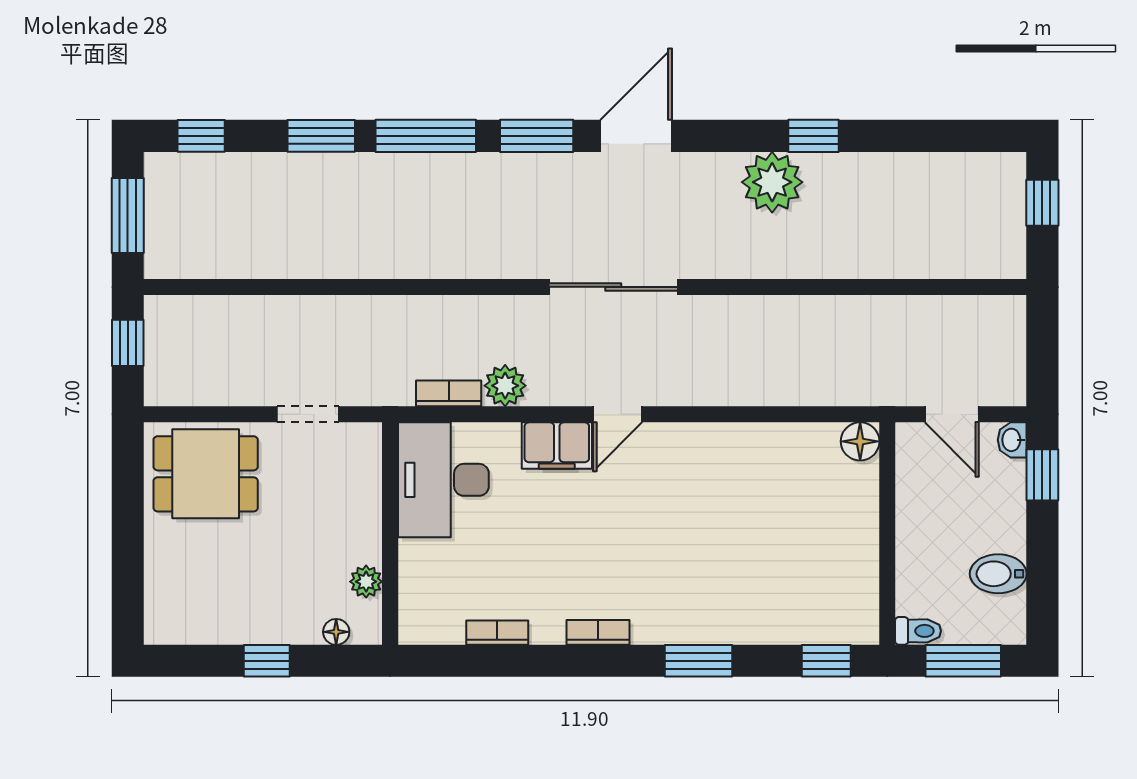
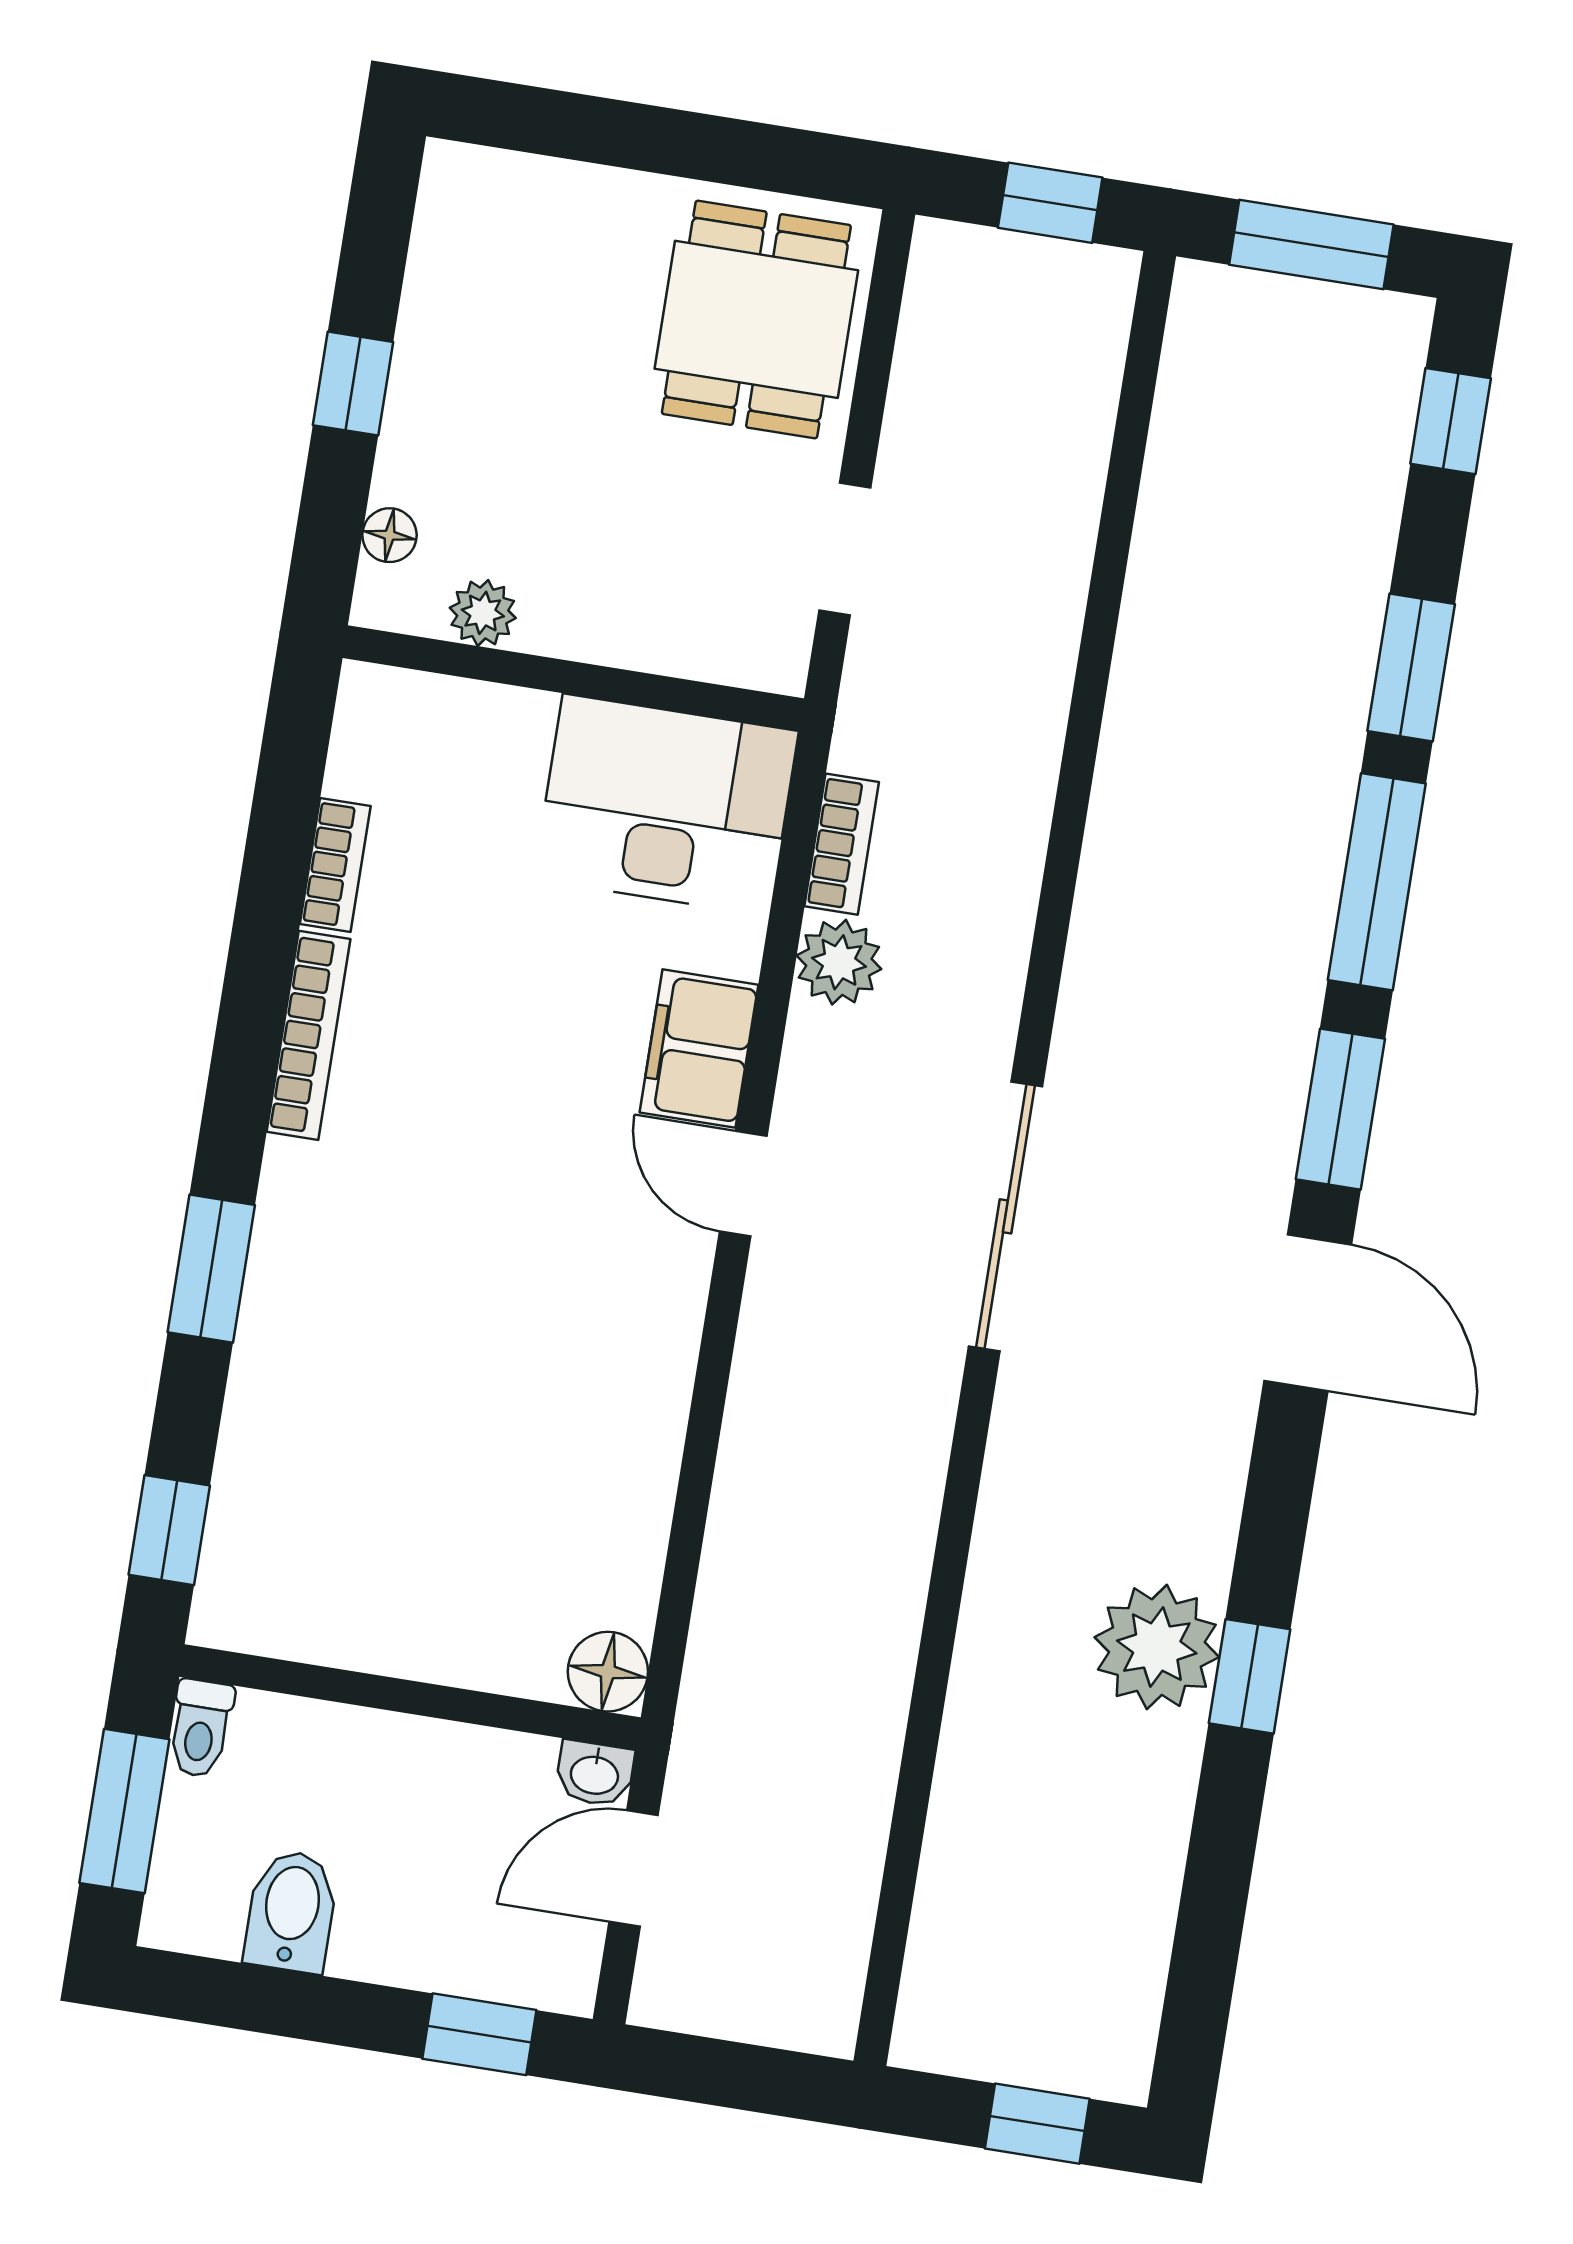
plant: (772, 182) -> (1157, 1647), moved
washbasin: (1012, 440) -> (595, 1774), moved, turned 180
bookcase: (598, 632) -> (308, 1035), width x1.56

